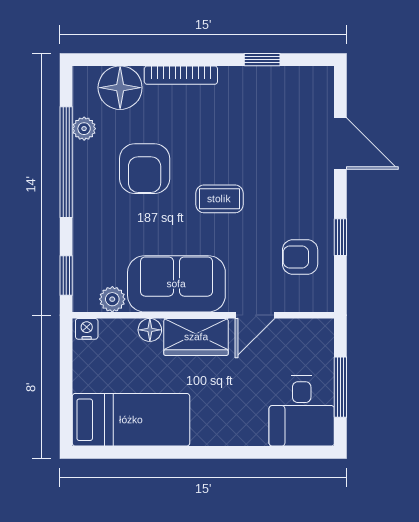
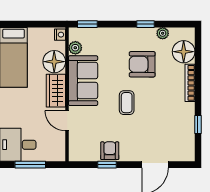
window: (66, 162) -> (145, 24), width x0.32
armchair: (300, 257) -> (110, 151), moved
floor lamp: (150, 330) -> (54, 62), width x1.89, depth x1.89

